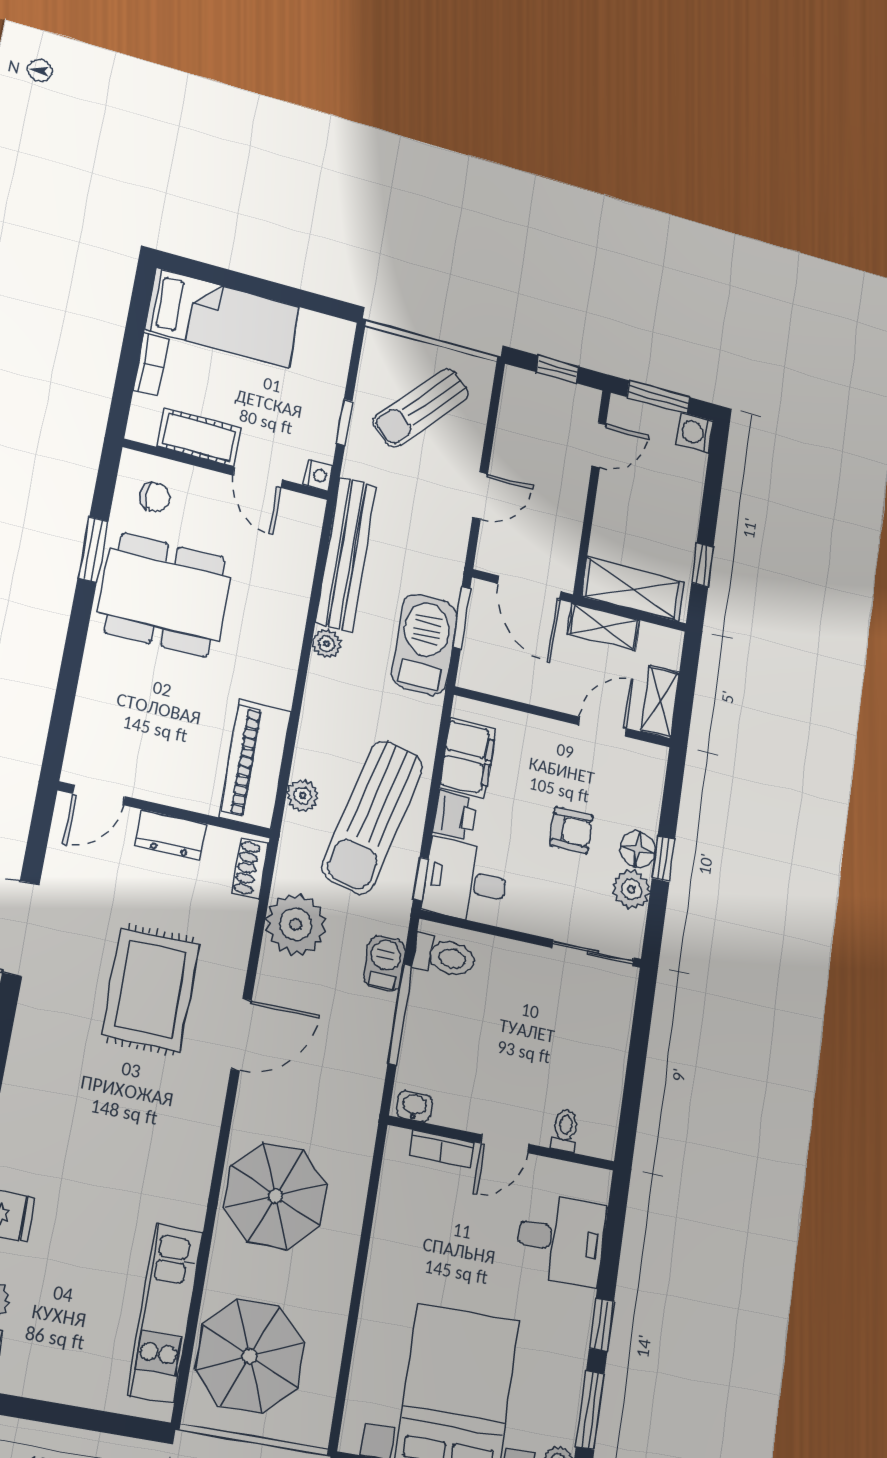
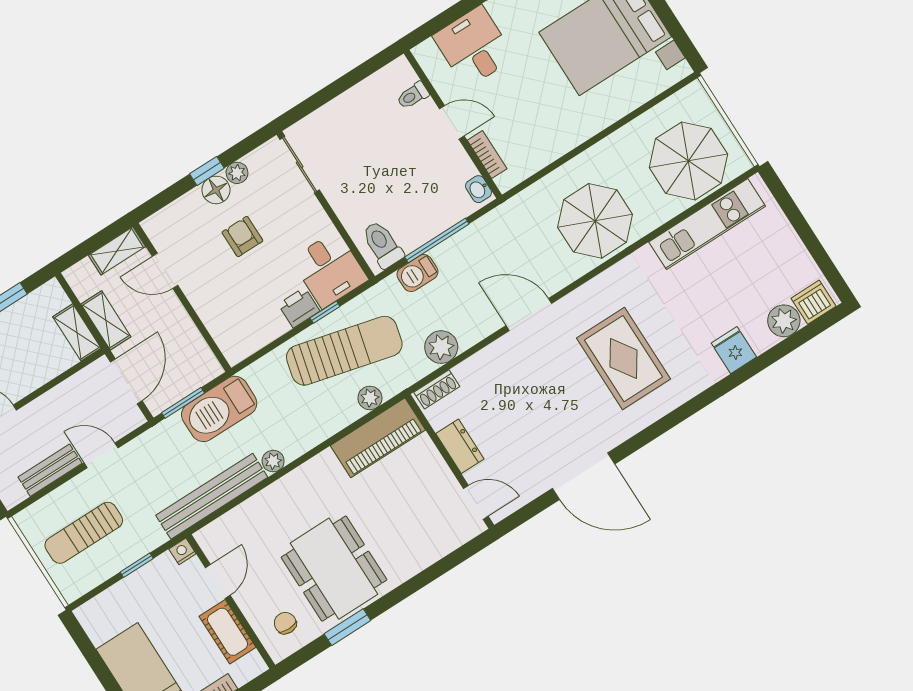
sun lounger: (421, 408) -> (84, 533), turned 138
bench: (508, 438) -> (50, 470), added
shelving: (633, 589) -> (77, 332), width x0.67, depth x0.75
filing cabinet: (468, 758) -> (259, 329), removed
window: (421, 879) -> (325, 312), moved
plant: (631, 889) -> (237, 173), width x0.73, depth x0.73
plant: (296, 924) -> (441, 347), width x0.73, depth x0.73
rug: (151, 989) -> (623, 359), moved, turned 90

